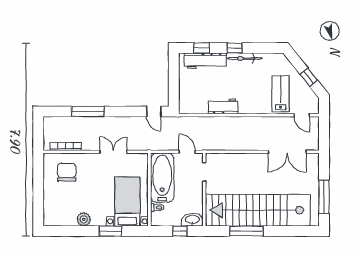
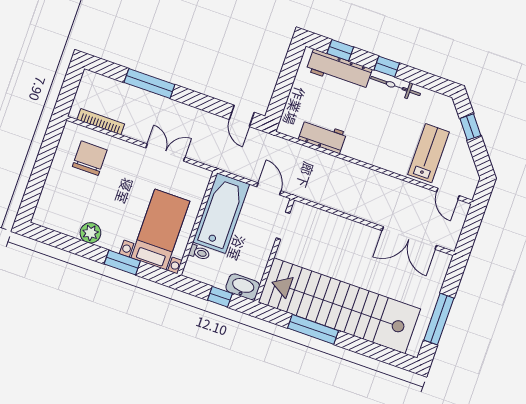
window: (309, 77) -> (470, 127), moved
workbench: (223, 106) -> (322, 136), moved

